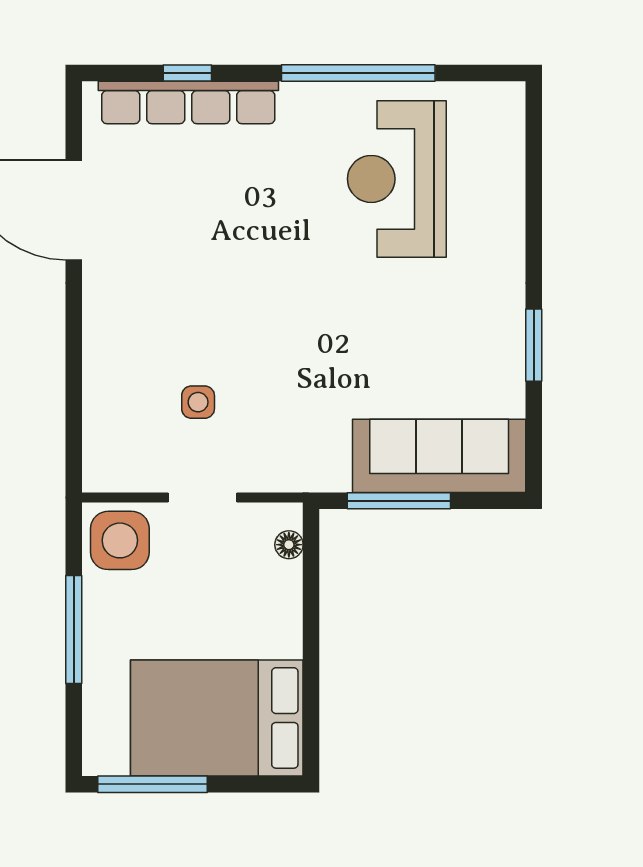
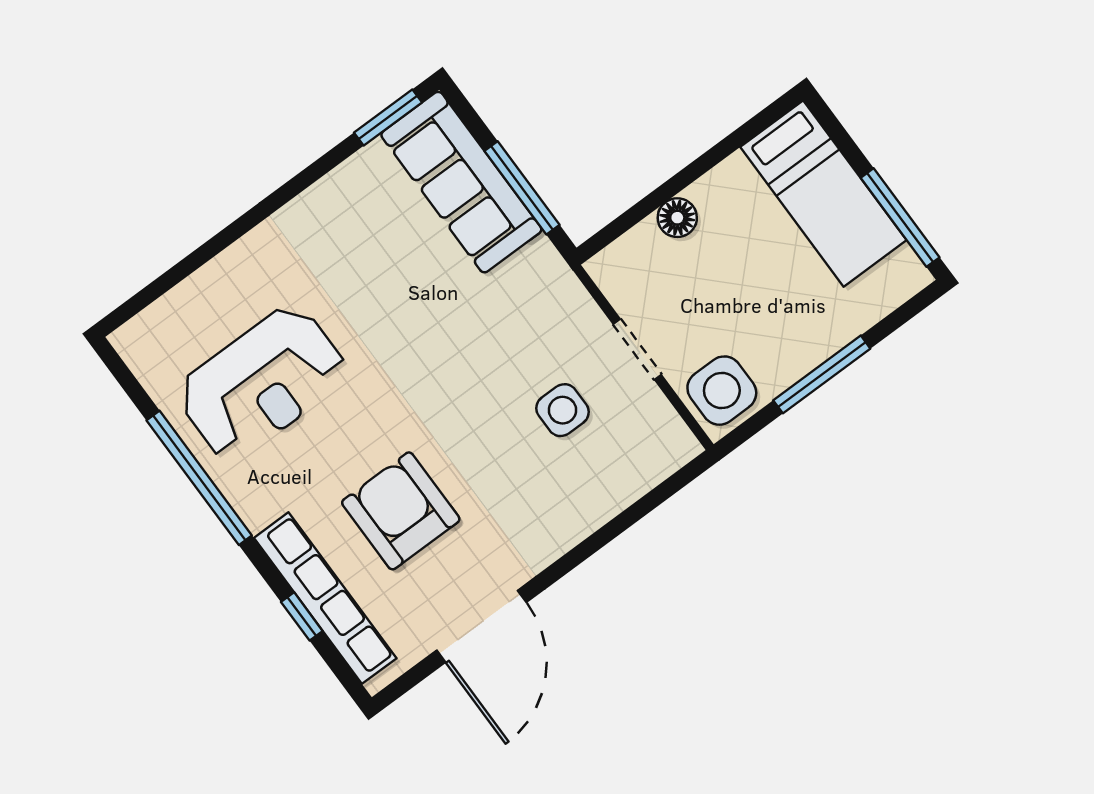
armchair: (213, 214) -> (401, 511), added
window: (534, 345) -> (388, 117), moved
side table: (198, 402) -> (563, 410), width x1.37, depth x1.37
floor lamp: (289, 545) -> (677, 218), moved, width x1.37, depth x1.37
bed: (217, 718) -> (823, 194), width x0.67

